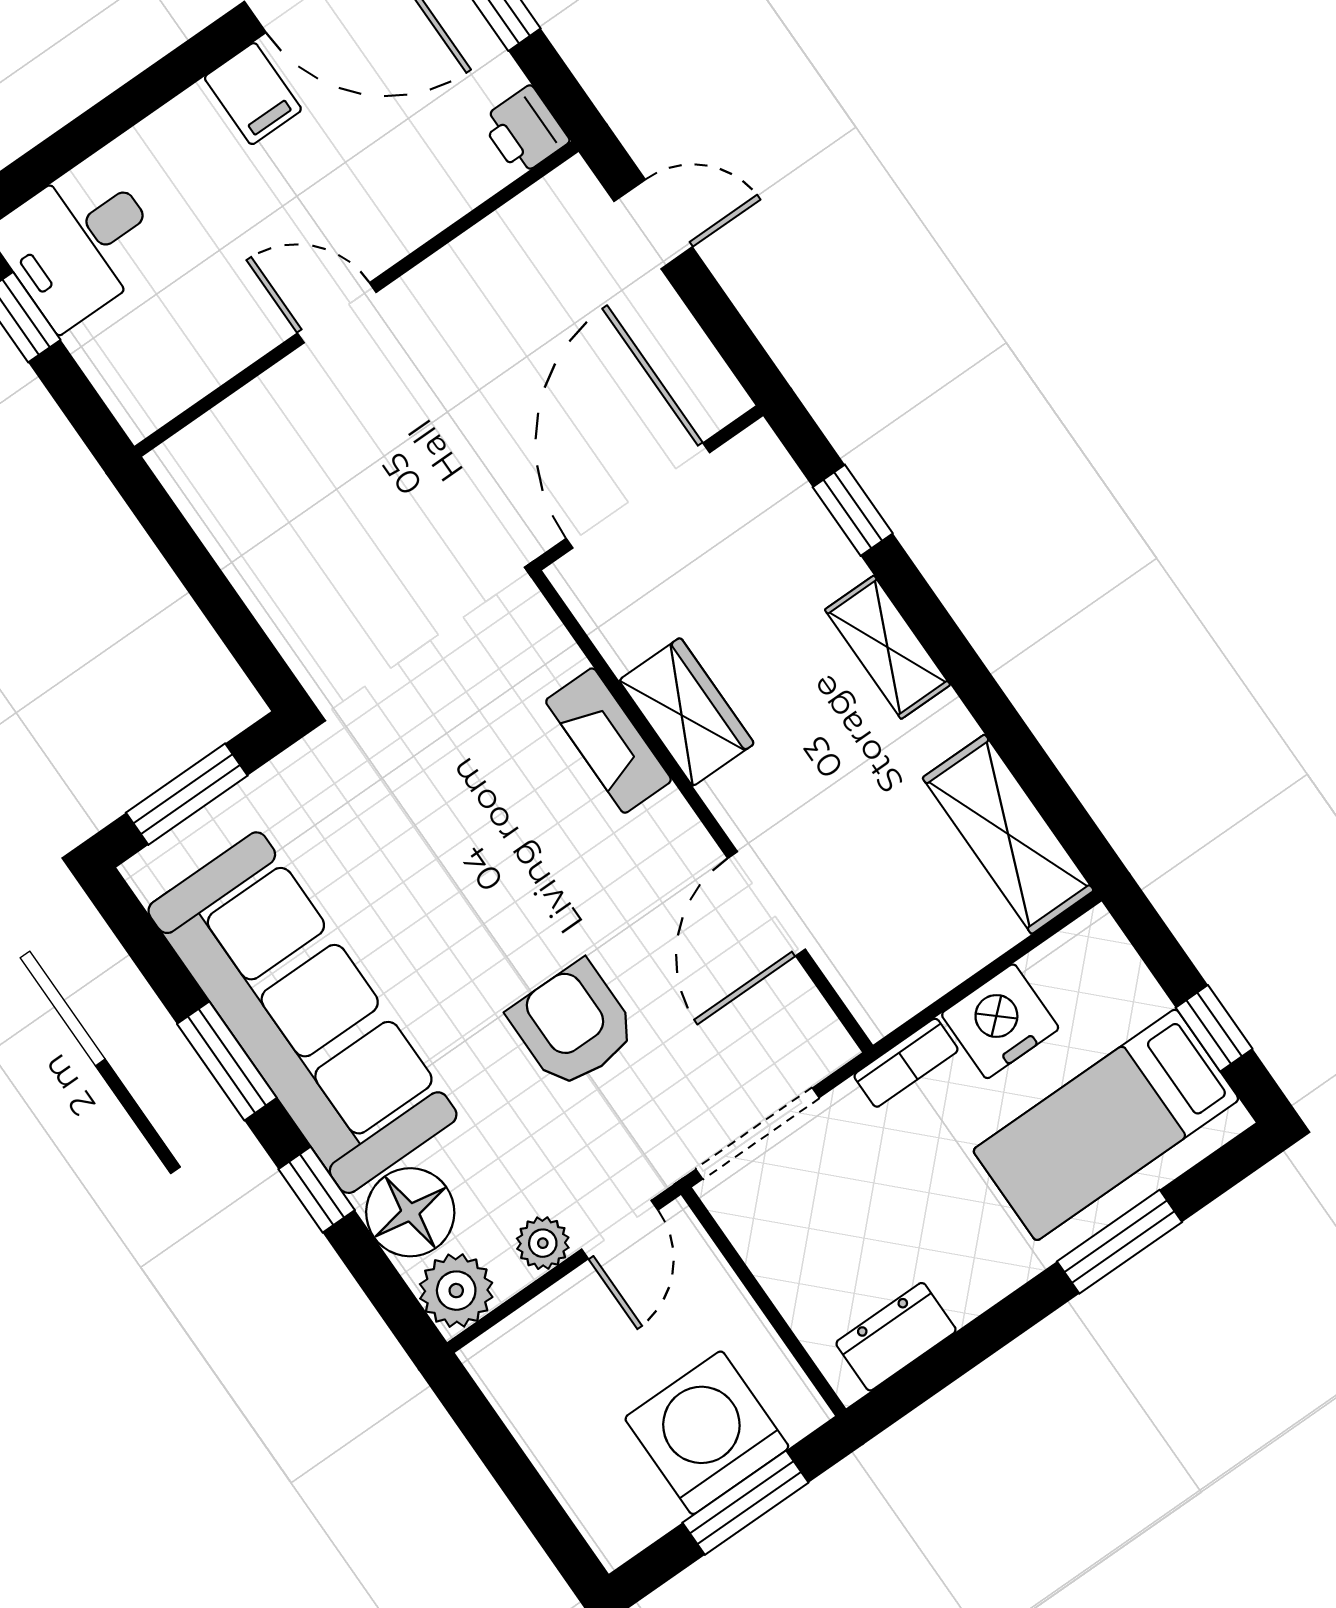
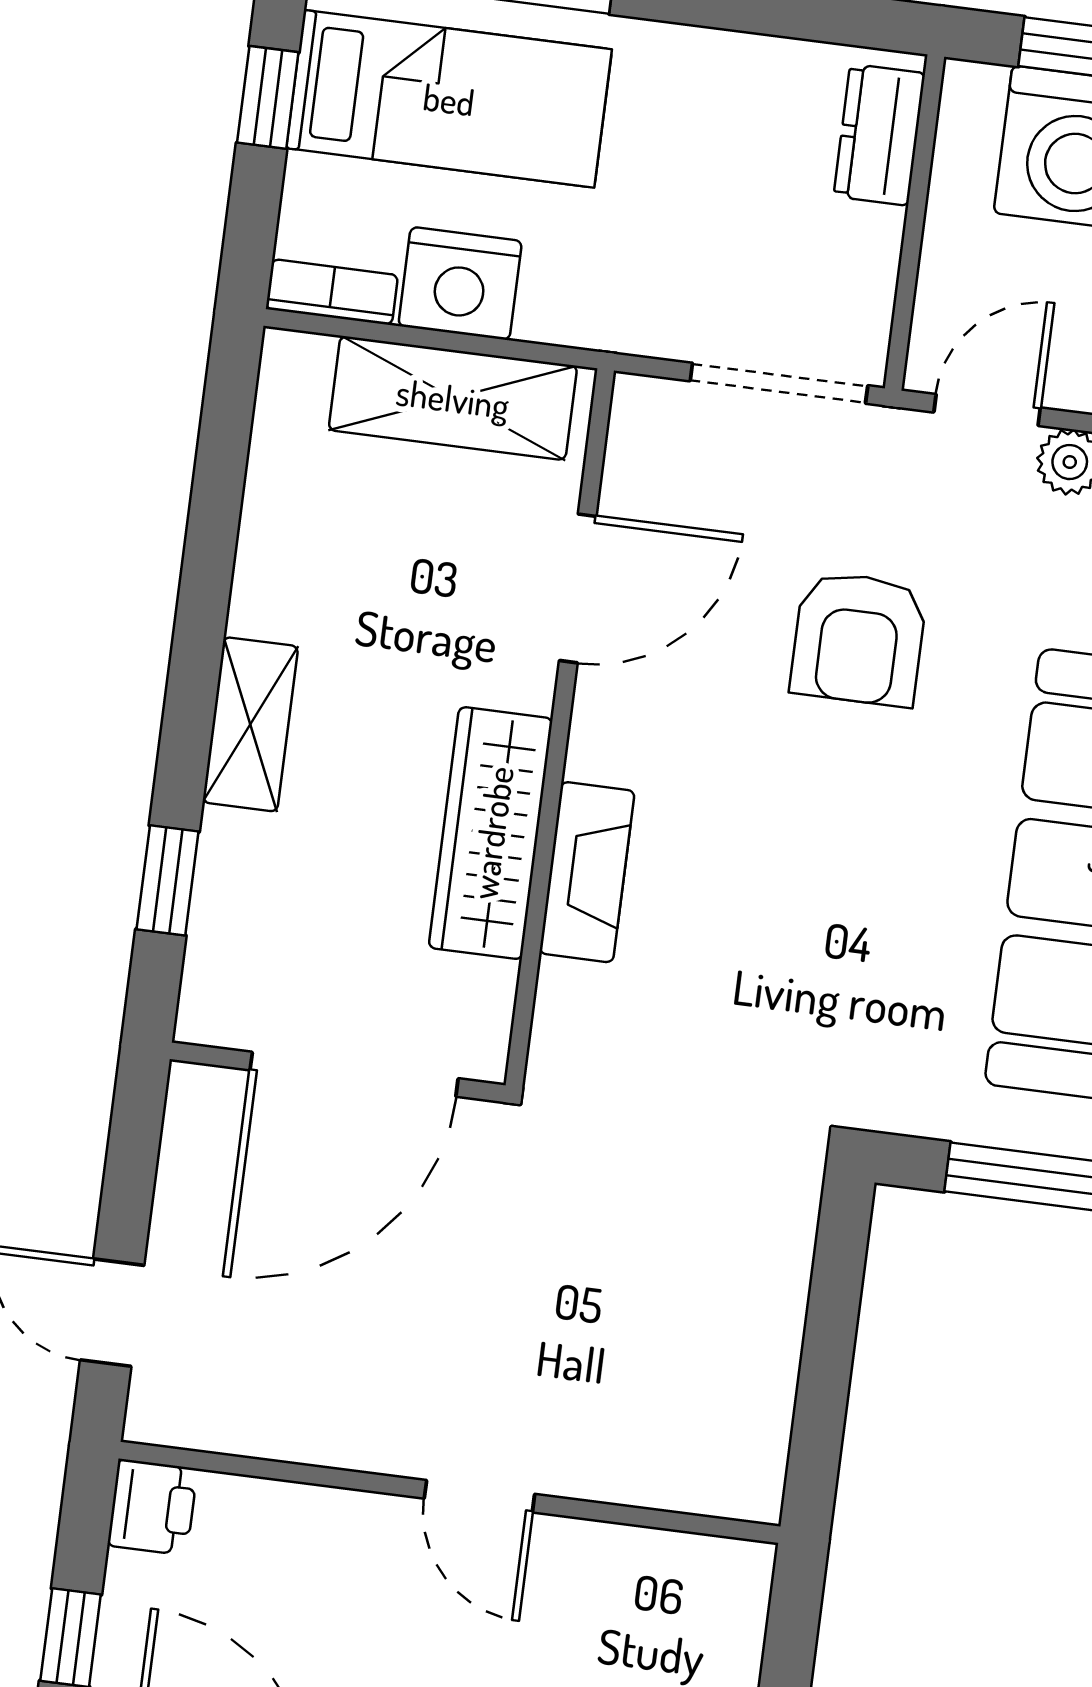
wardrobe: (687, 712) -> (491, 833), width x1.50
shelving: (1008, 834) -> (453, 398), moved, turned 90
bookcase: (906, 1063) -> (332, 292), moved
dresser: (896, 1337) -> (879, 135), moved, turned 90

